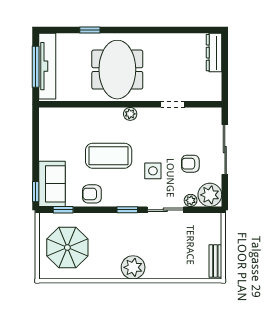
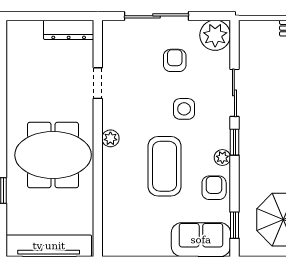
dresser: (214, 53) -> (69, 30), moved
armchair: (190, 164) -> (175, 60), turned 180
armchair: (92, 194) -> (214, 188), turned 180
plant: (191, 200) -> (222, 158), moved

